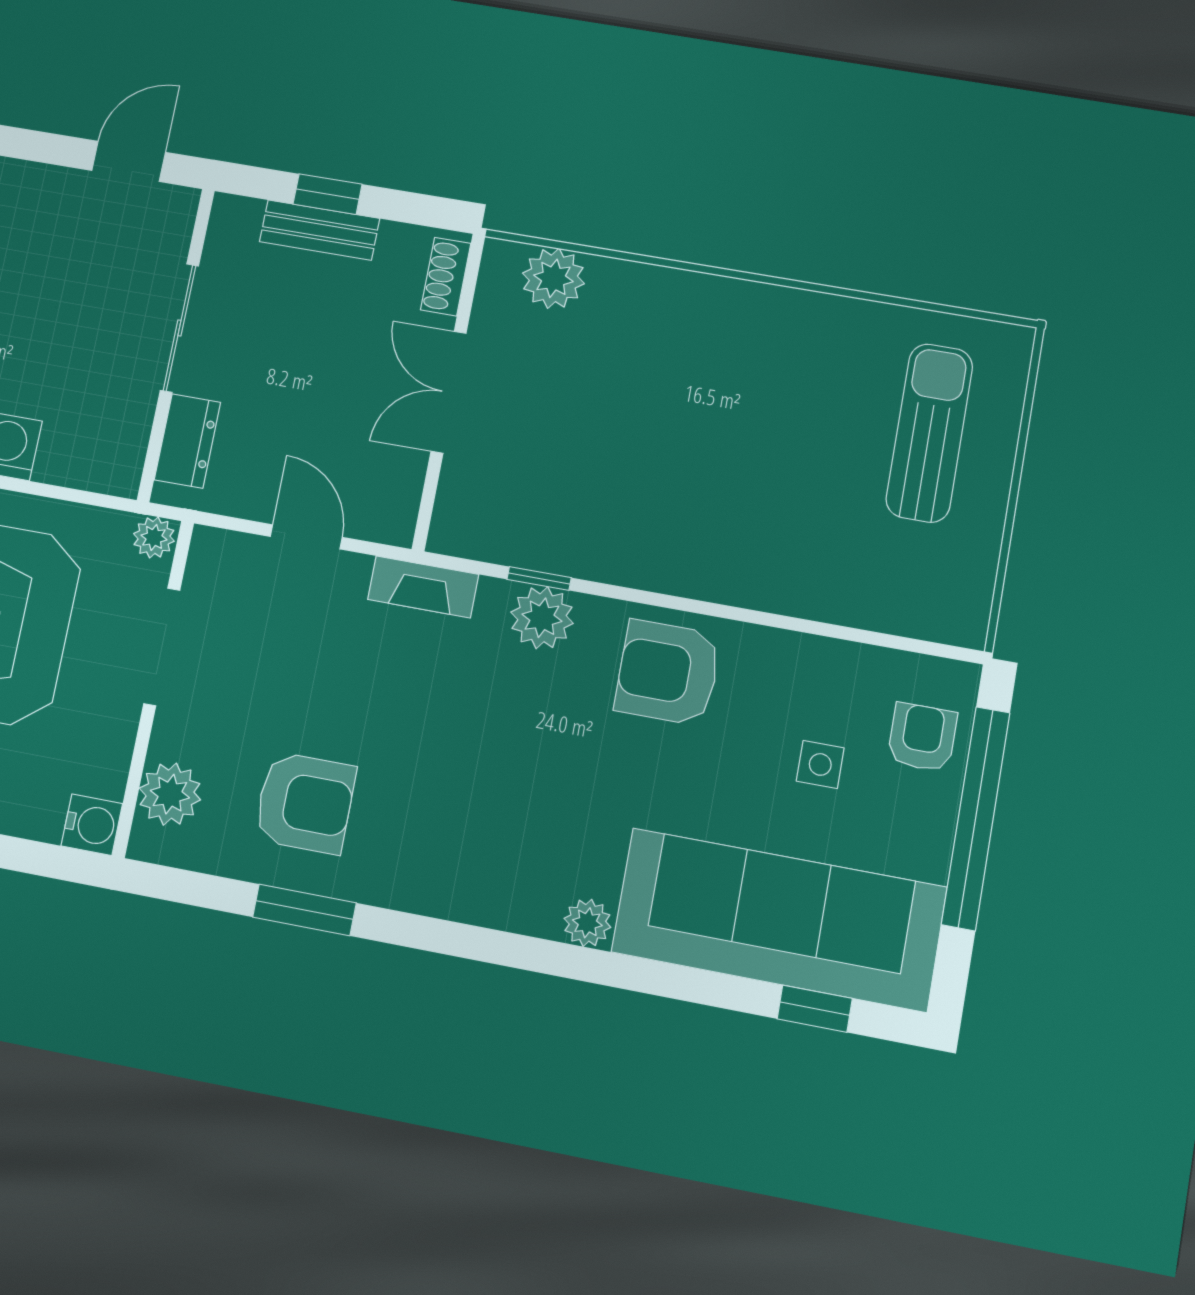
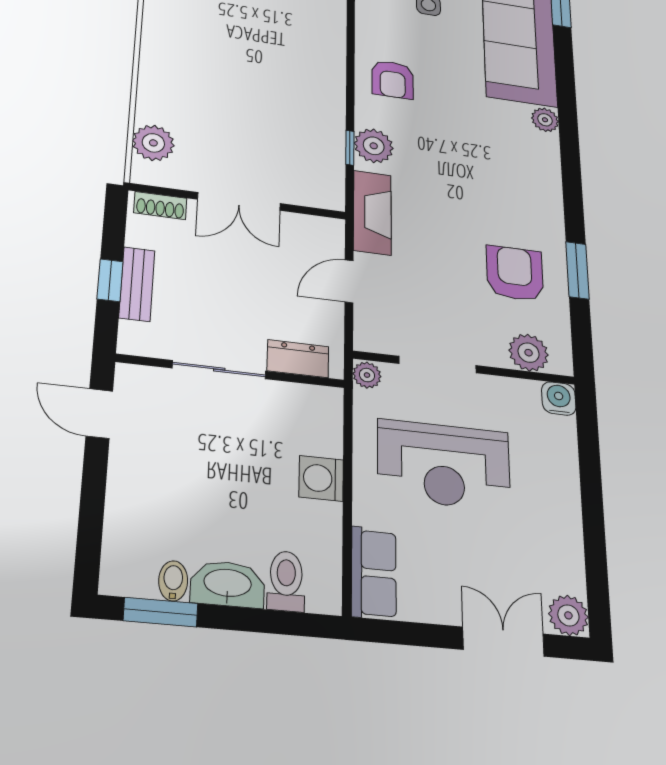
fireplace: (423, 587) -> (372, 213), width x1.37, depth x1.32
armchair: (668, 673) -> (393, 80), width x0.72, depth x0.72

